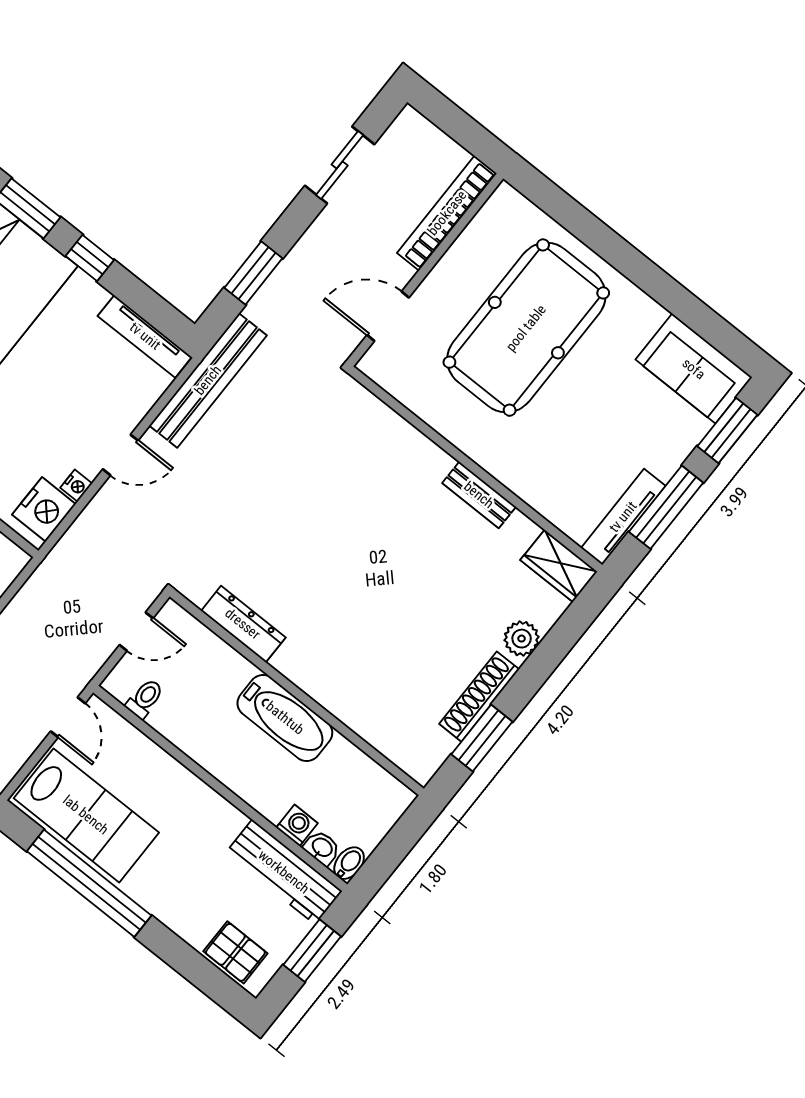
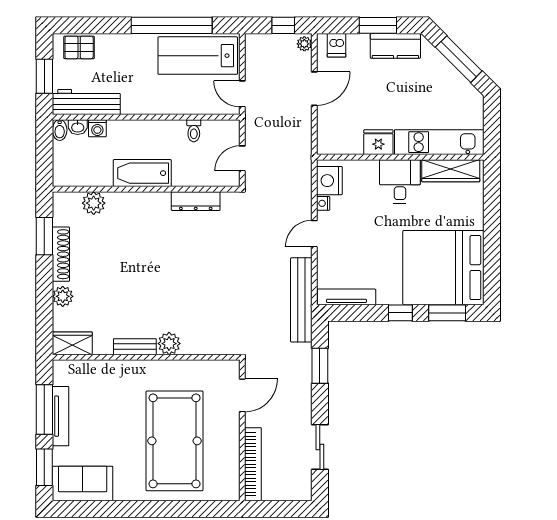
plant: (430, 463) -> (169, 344), added
tv unit: (623, 517) -> (61, 416), moved
toilet: (145, 699) -> (194, 131), moved
plant: (381, 730) -> (94, 203), added

